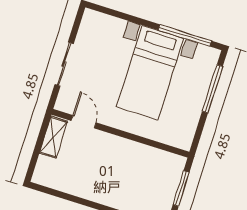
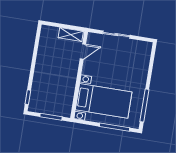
bed with nightstands: (150, 73) -> (104, 101), moved, turned 180

